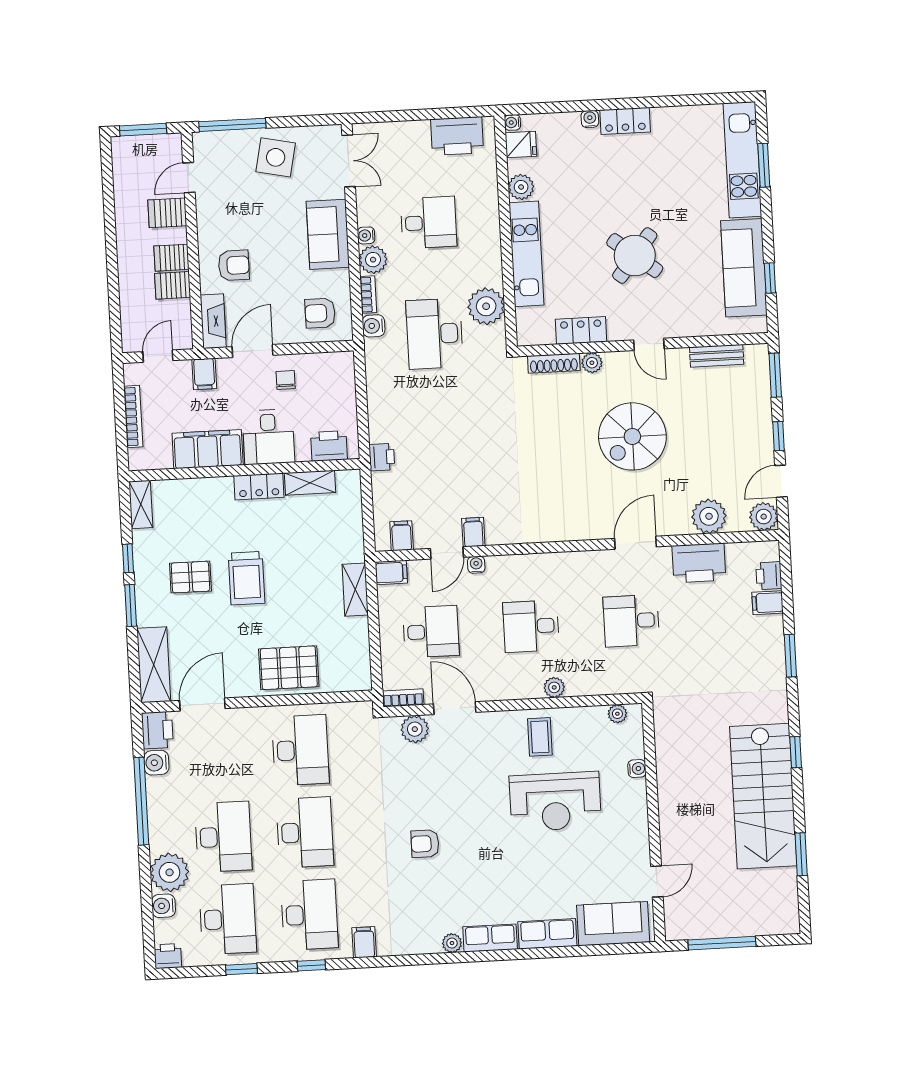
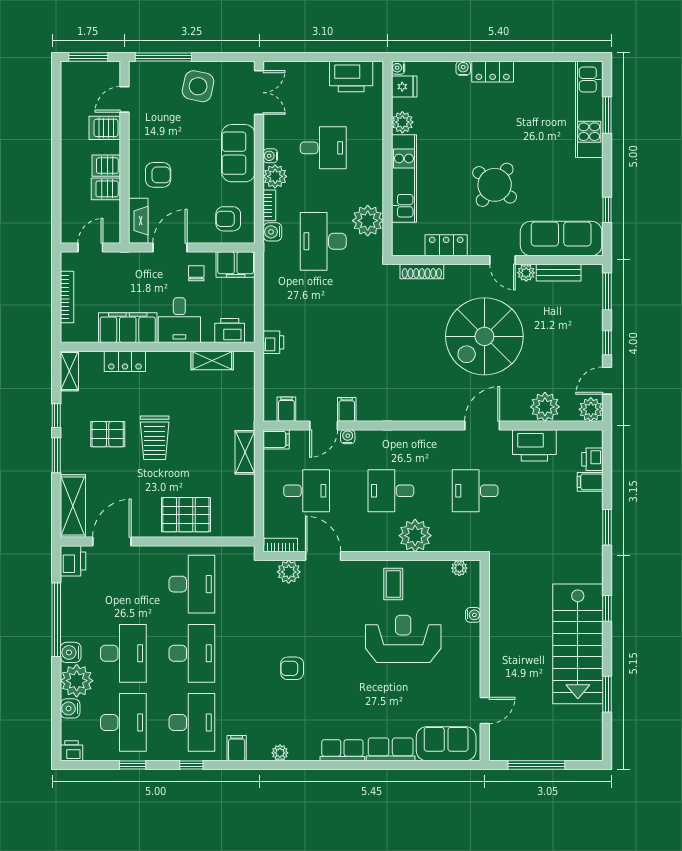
sofa: (744, 268) -> (561, 239), moved, turned 90
plant: (592, 363) -> (526, 273), moved
filing cabinet: (204, 374) -> (236, 265), moved, width x2.00
spiral stairs: (632, 436) -> (484, 336), width x1.37, depth x1.37
locker: (259, 486) -> (125, 361), moved
plant: (554, 687) -> (415, 536), width x1.87, depth x1.87
water cooler: (156, 763) -> (71, 652), moved
reception desk: (555, 802) -> (403, 639), turned 180
plant: (452, 943) -> (280, 753), moved

